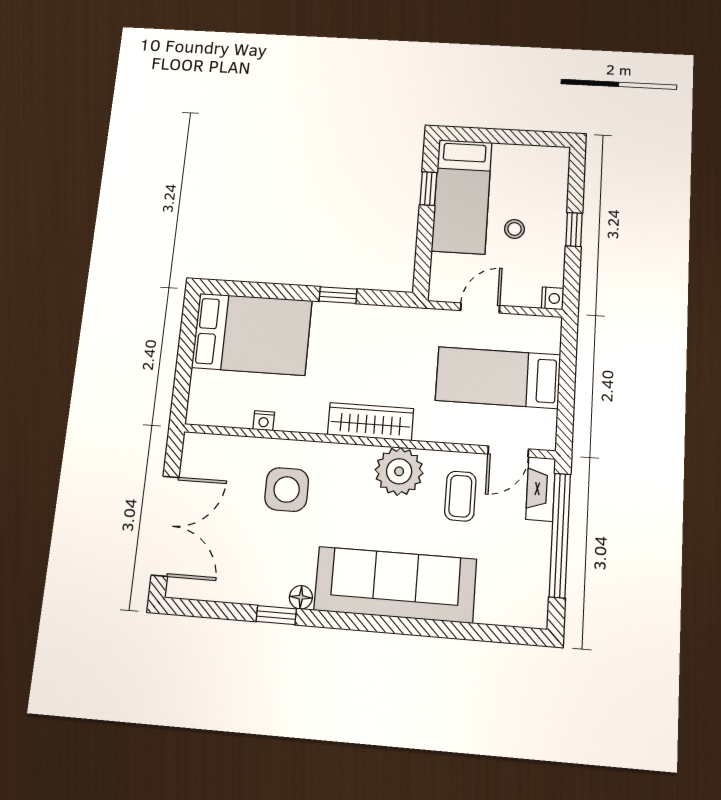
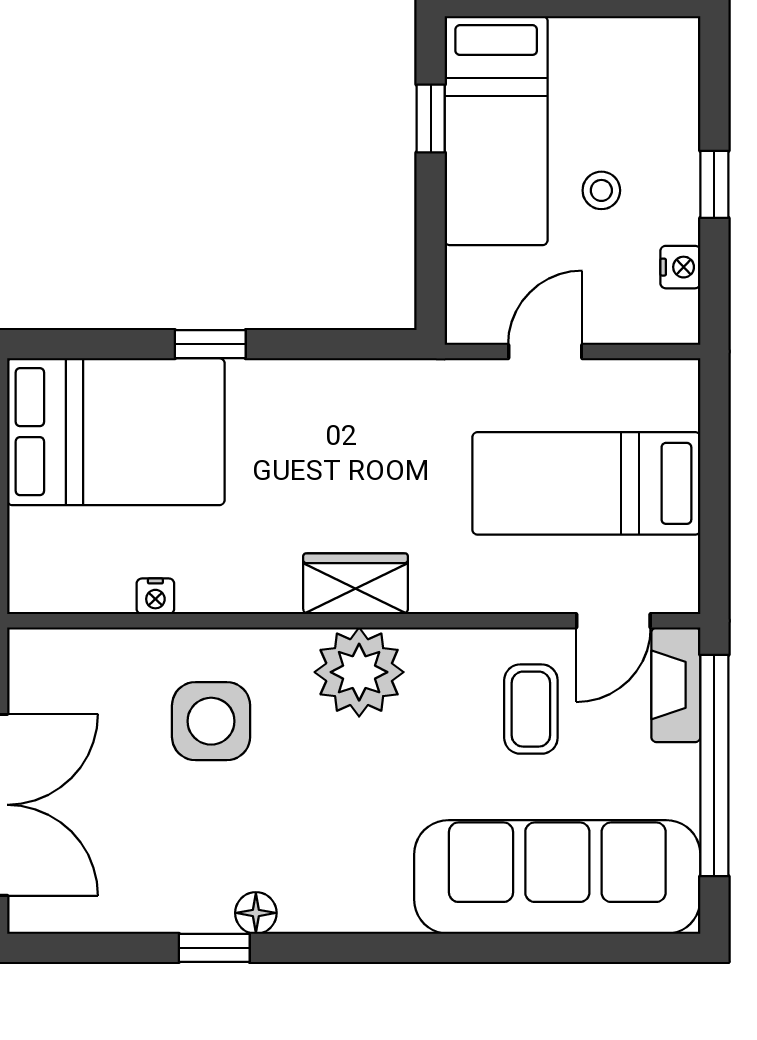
window: (338, 295) -> (210, 344), moved
nightstand: (553, 298) -> (680, 267), moved
wardrobe: (371, 422) -> (356, 584), width x0.67
plant: (399, 471) -> (359, 672), moved
sofa: (395, 585) -> (557, 877), moved

